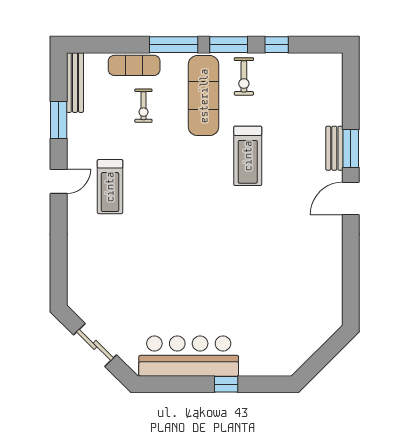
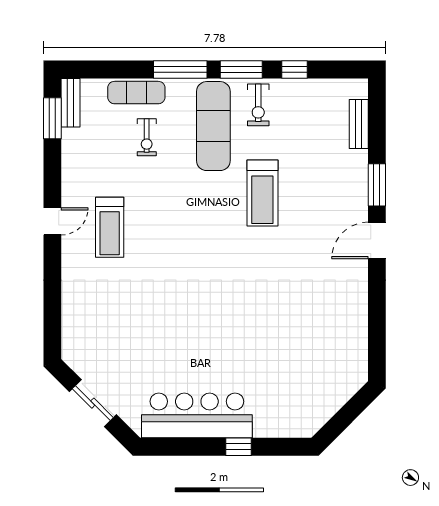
bench: (75, 83) -> (71, 103), width x0.73
window: (59, 120) -> (52, 118), moved
bench: (334, 148) -> (359, 124), moved

